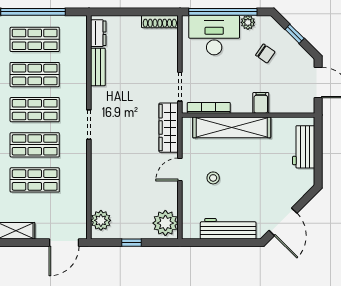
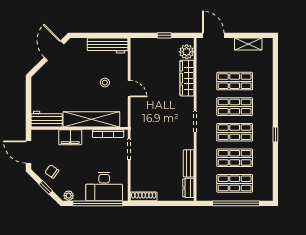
plant: (248, 22) -> (69, 196), moved
chair: (265, 54) -> (52, 172), moved
filing cabinet: (261, 103) -> (70, 137), width x2.00
wardrobe: (169, 128) -> (187, 78), moved, turned 180
workbench: (304, 147) -> (47, 119), moved, turned -90
door: (180, 169) -> (129, 89), hinge flipped
plant: (165, 223) -> (140, 50), removed
workbench: (228, 229) -> (108, 46), moved
door: (64, 243) -> (213, 35), hinge flipped

